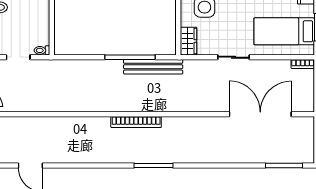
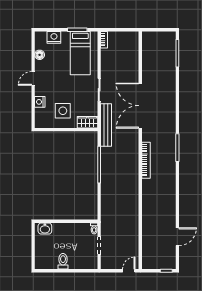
bench: (153, 67) -> (106, 125), moved
double door: (260, 114) -> (140, 106), moved

